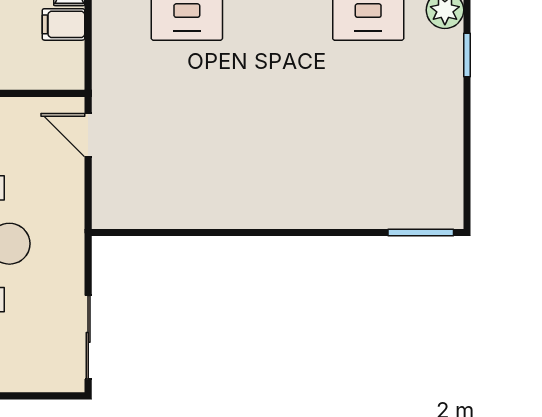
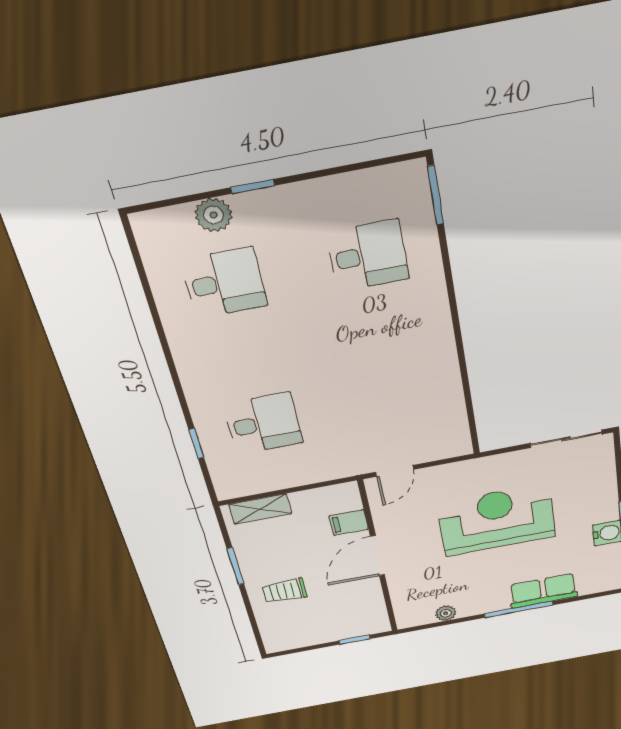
filing cabinet: (63, 24) -> (349, 522), moved, turned 90
desk: (368, 153) -> (368, 256), added

